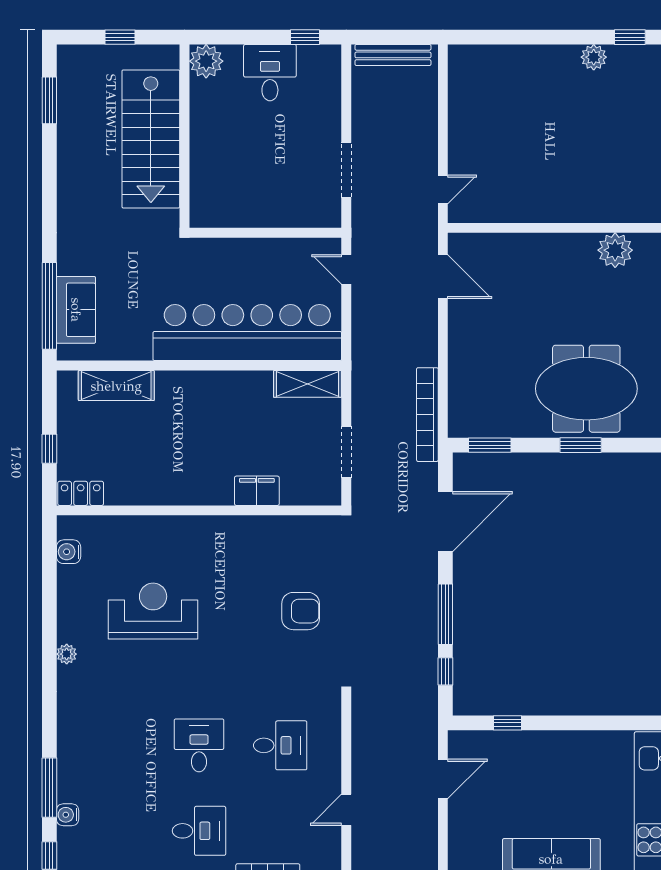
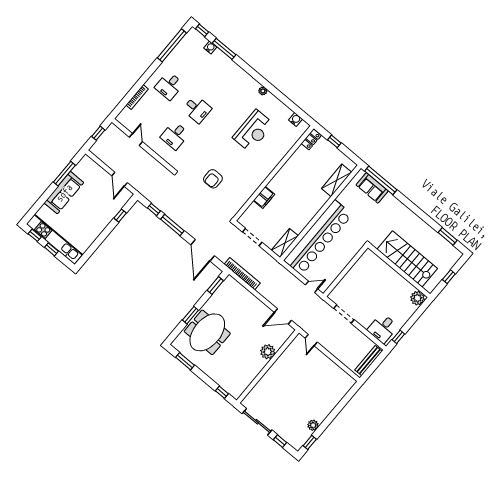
desk: (270, 73) -> (383, 328), moved, turned 90
plant: (615, 250) -> (268, 352), moved

